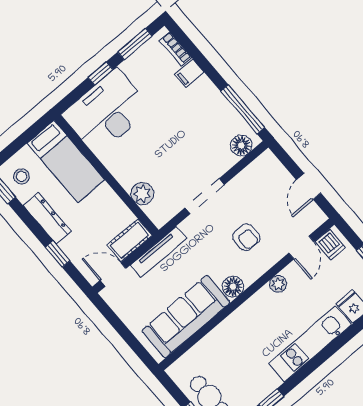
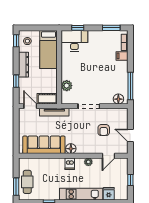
window: (100, 73) -> (78, 28), moved
desk: (107, 112) -> (74, 41), width x0.73, depth x0.77
door: (309, 186) -> (130, 135), hinge flipped
armchair: (246, 237) -> (104, 130), moved
dishwasher: (330, 244) -> (70, 164), moved

